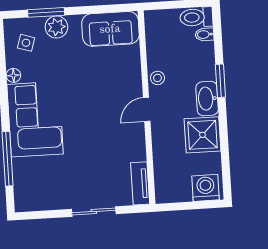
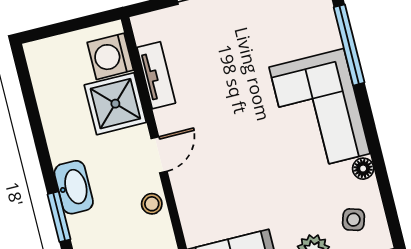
shower: (202, 135) -> (115, 104), moved
tv unit: (140, 183) -> (156, 75), moved
washing machine: (206, 188) -> (110, 56), moved, turned 90

